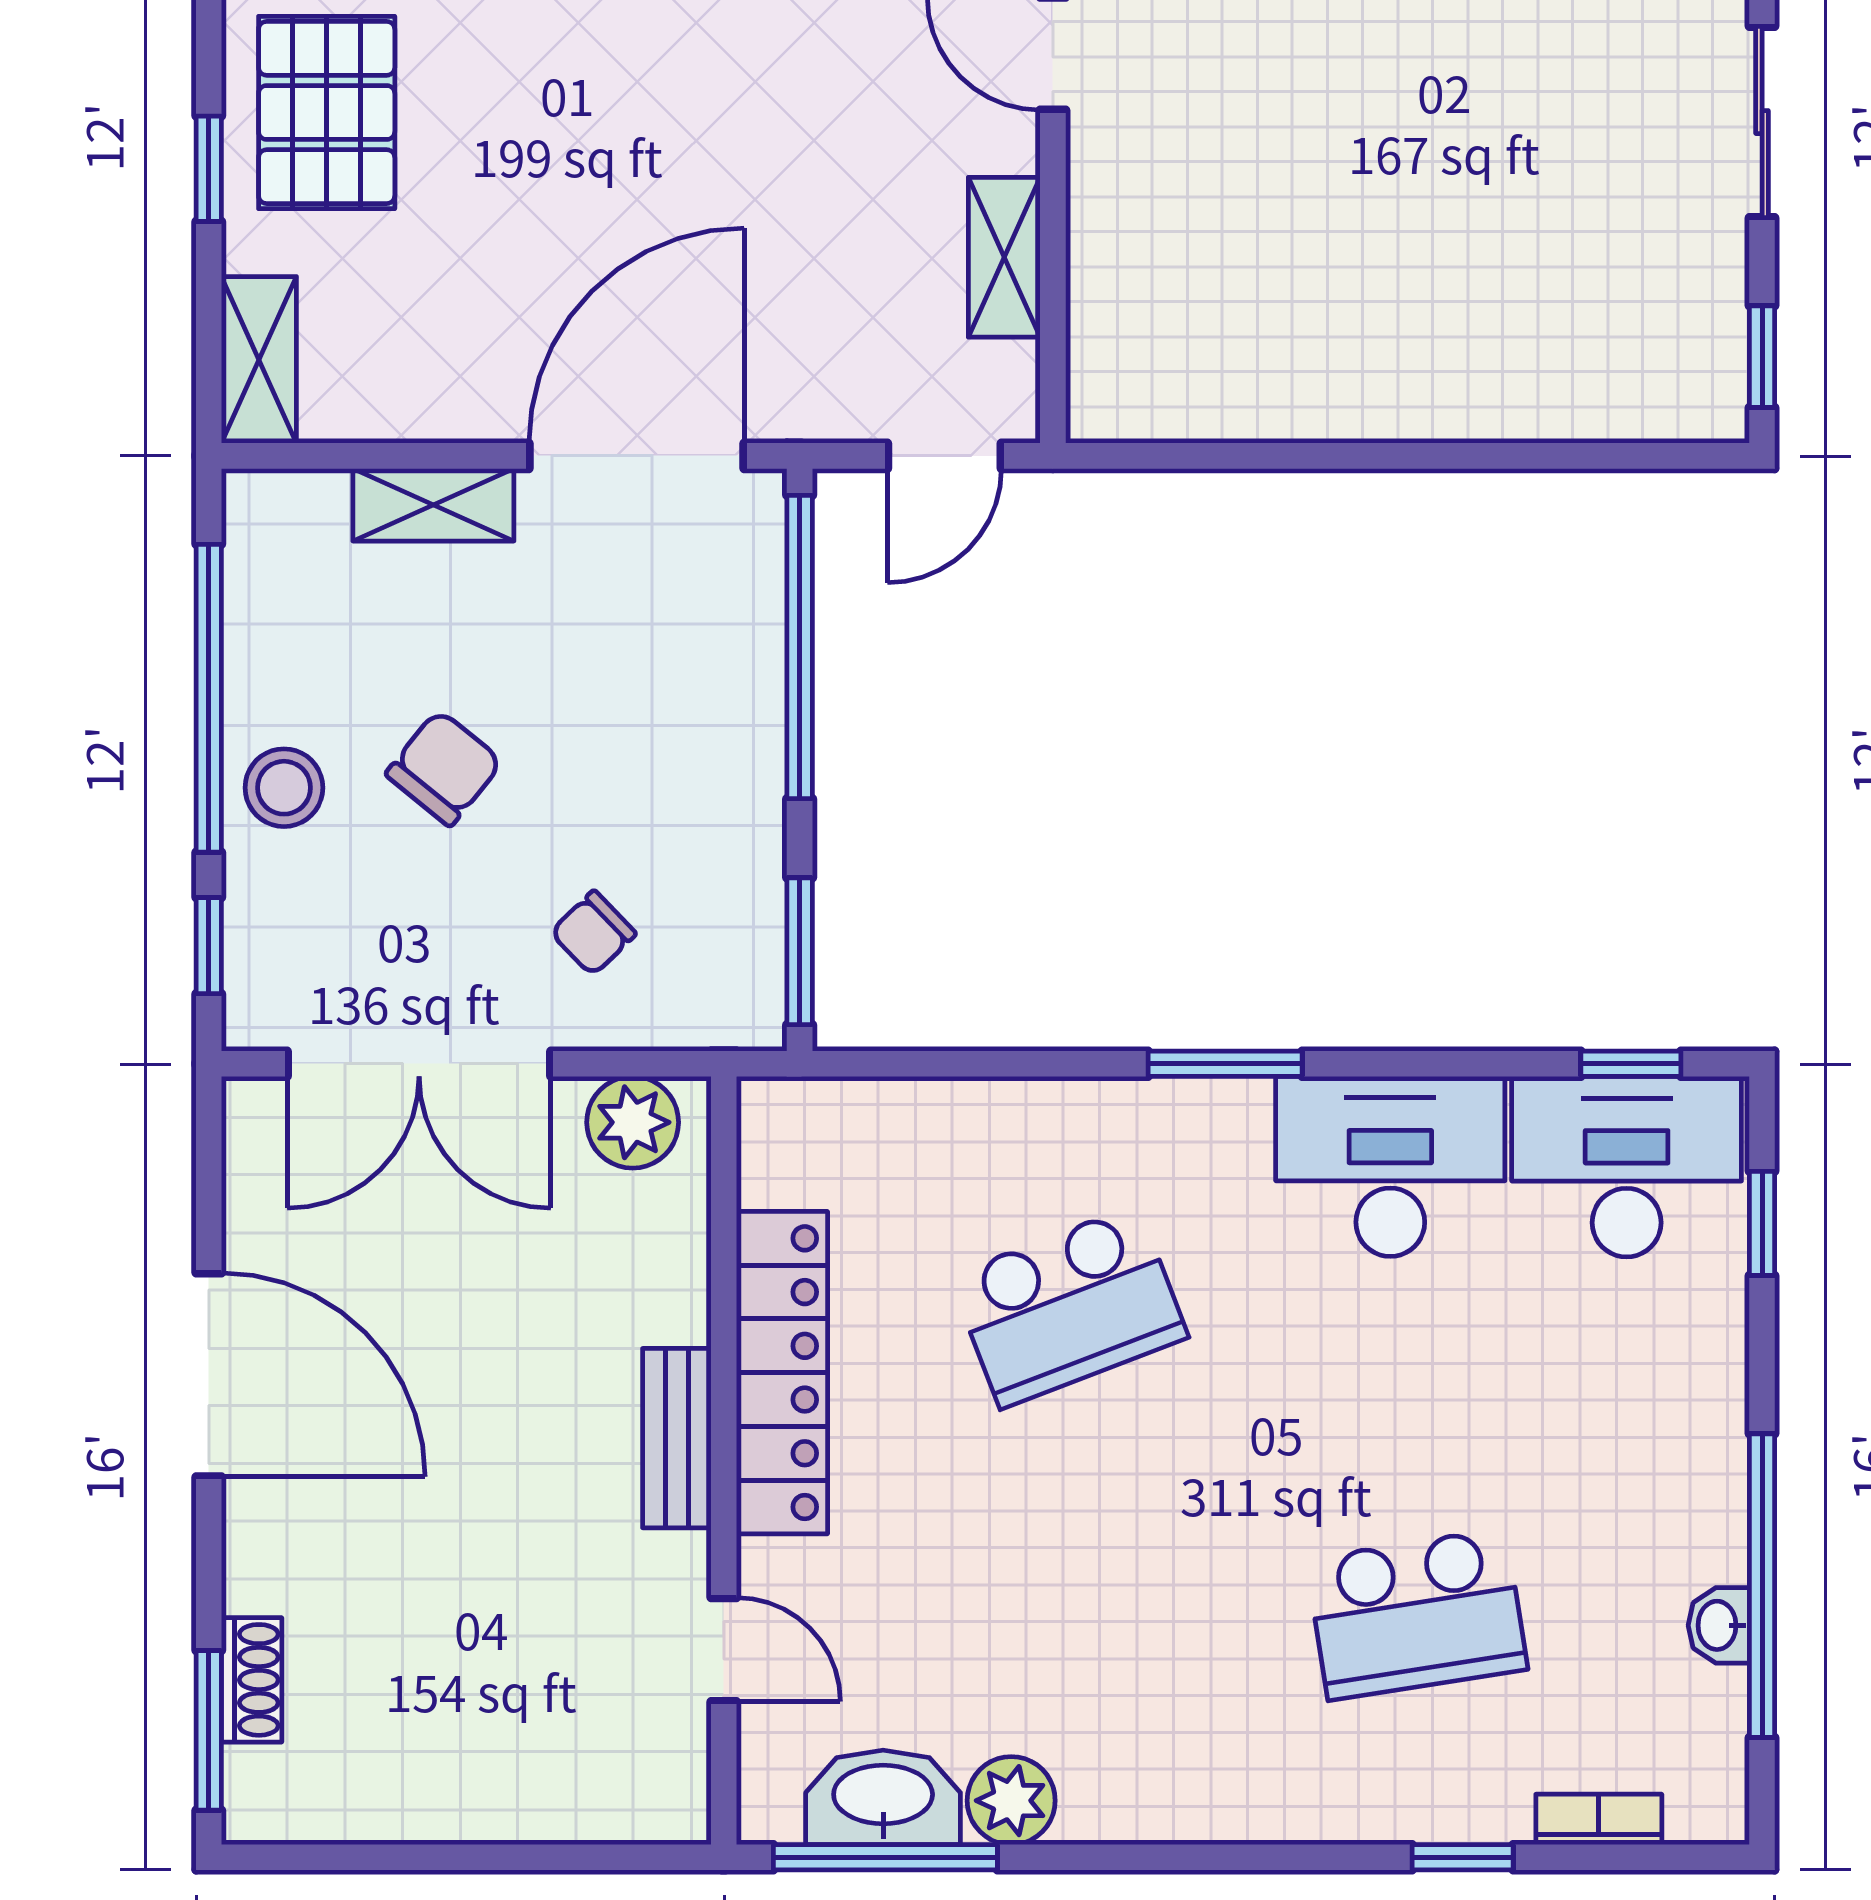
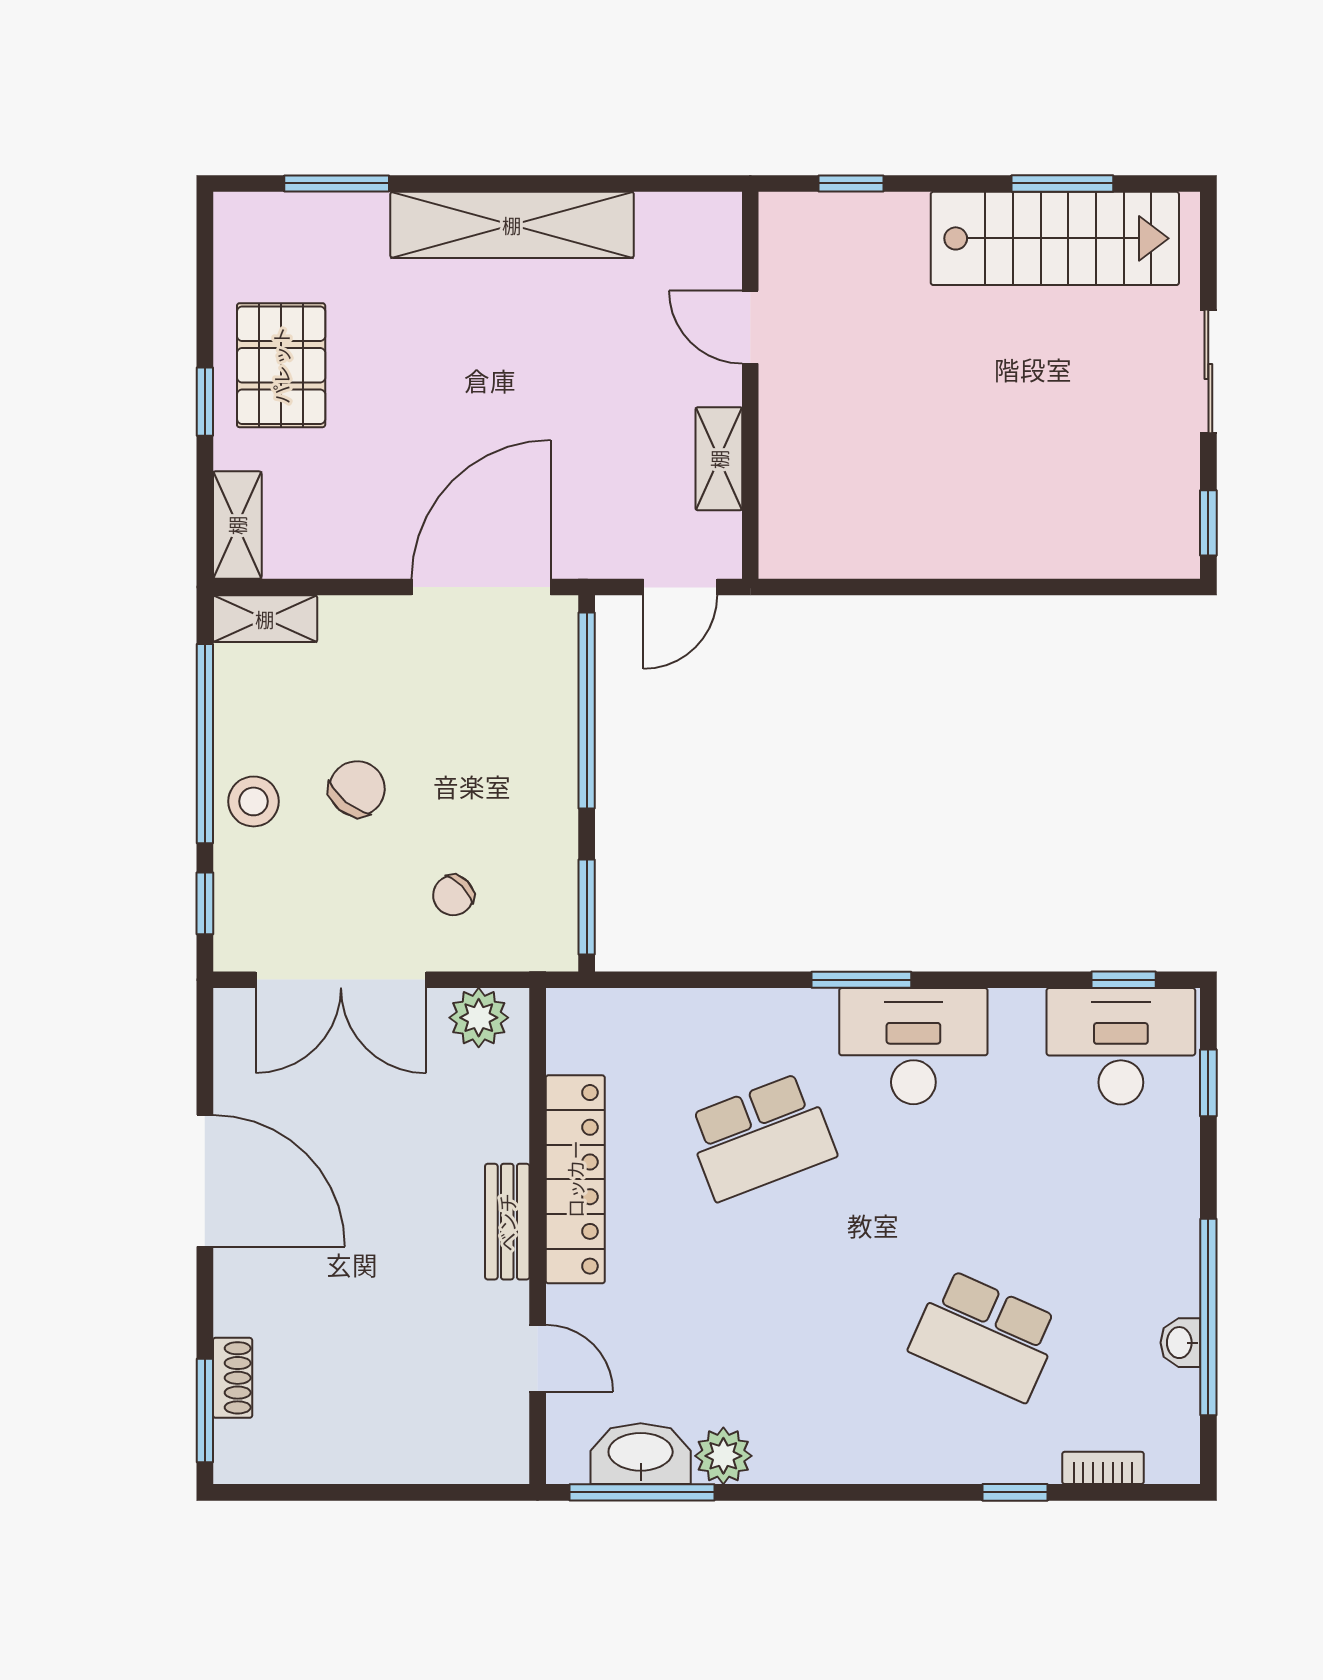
shelving: (433, 505) -> (265, 619), moved
desk: (1390, 1166) -> (913, 1046), moved
school desk: (1417, 1614) -> (985, 1335), turned 33

